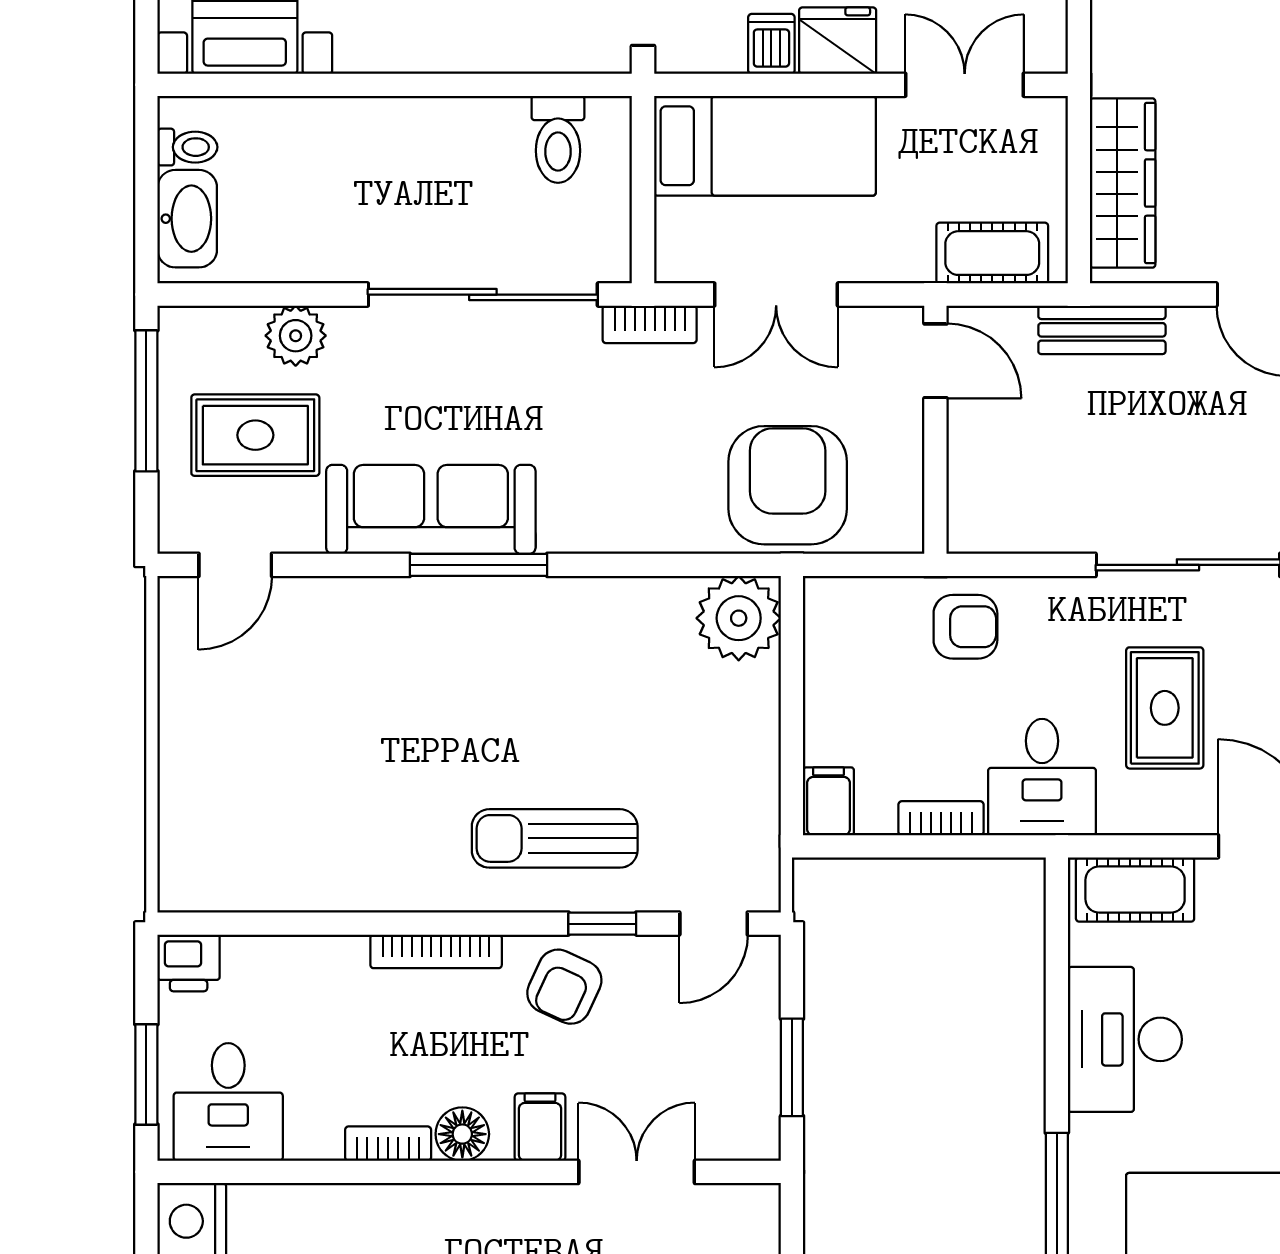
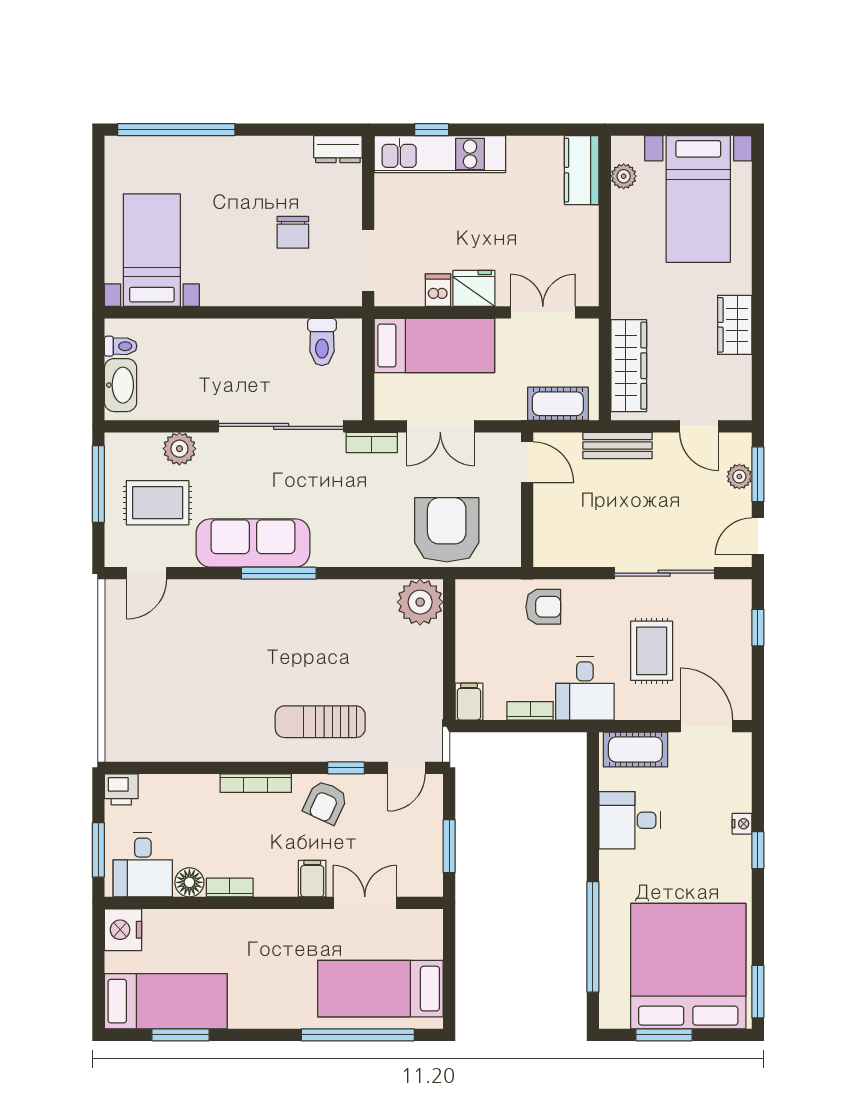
desk: (1125, 1039) -> (630, 820), width x0.73
floor lamp: (462, 1134) -> (189, 882), moved

